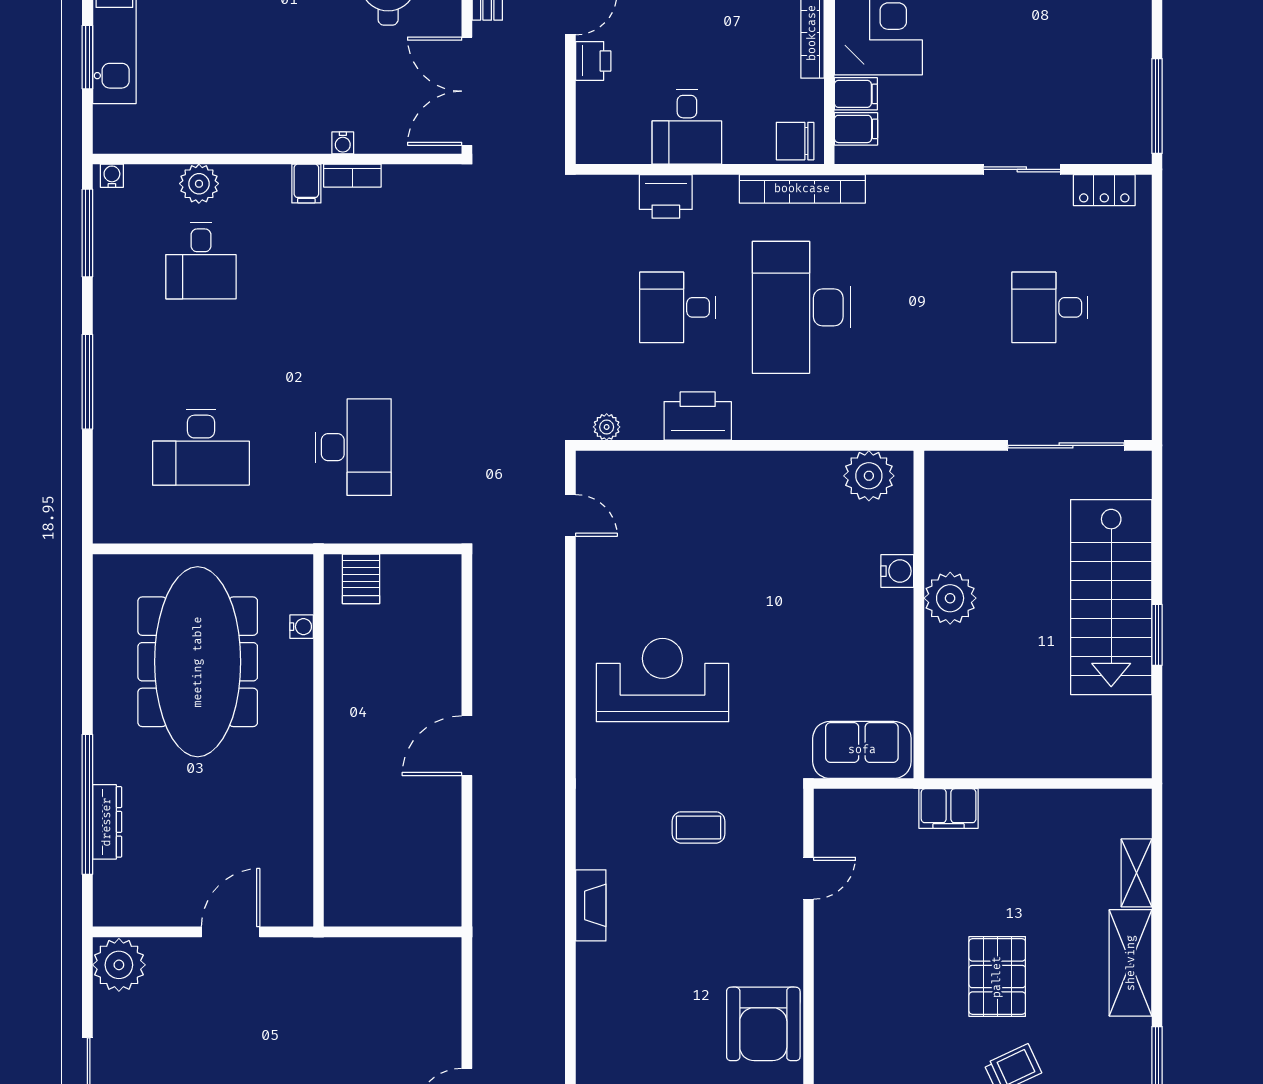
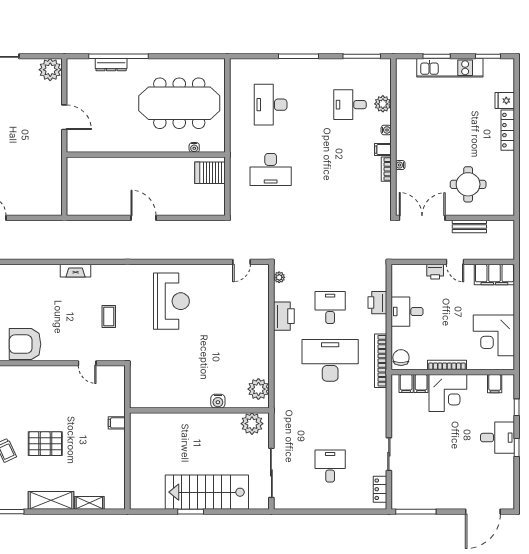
water cooler: (112, 176) -> (386, 130), moved
server rack: (361, 579) -> (210, 173), width x1.36, depth x1.44
plant: (950, 598) -> (252, 424), moved
sofa: (862, 750) -> (142, 386), removed
filing cabinet: (949, 808) -> (117, 423), width x0.50

